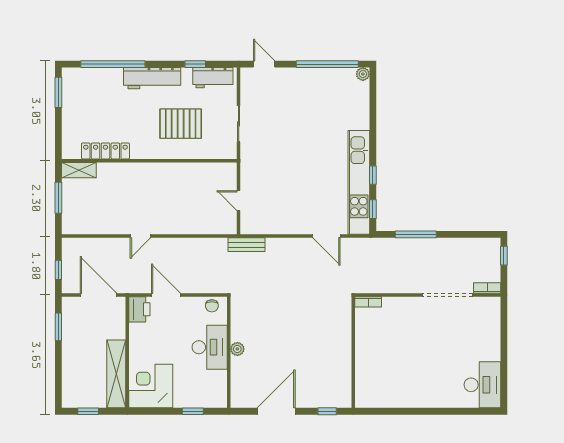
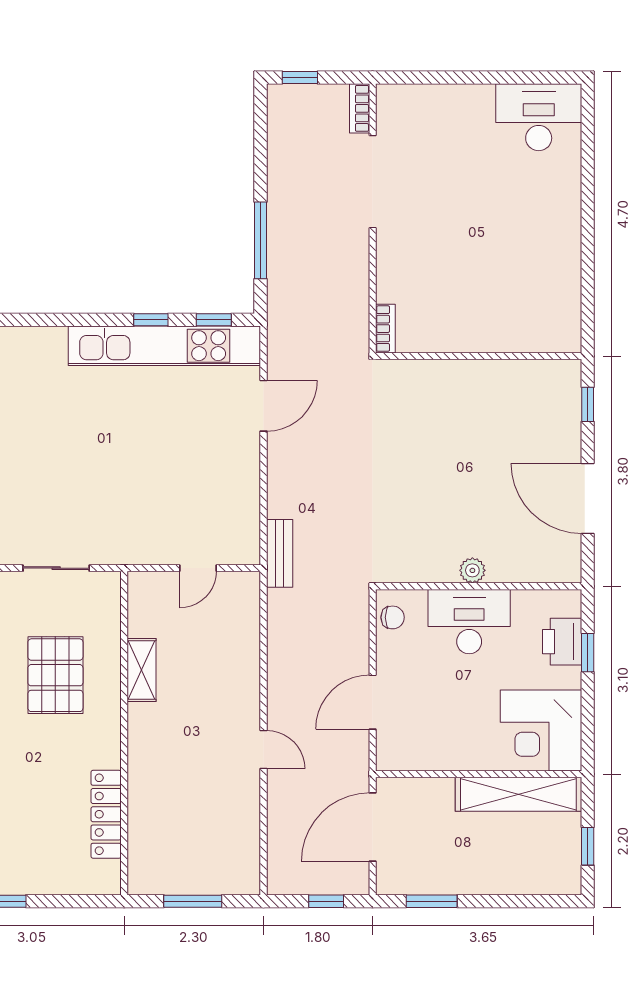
shelving: (79, 170) -> (142, 670), moved
printer: (139, 309) -> (562, 642), moved, turned -90

